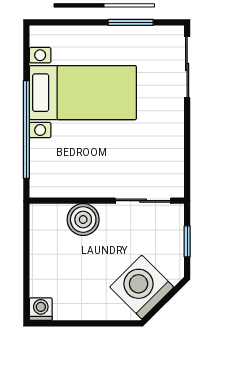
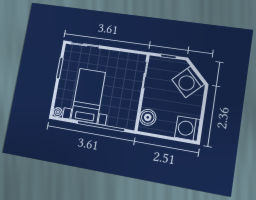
plant: (39, 35) -> (58, 112), added
boiler: (83, 220) -> (148, 117), moved
washing machine: (41, 309) -> (187, 128), width x1.89, depth x1.89

